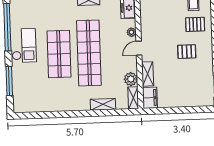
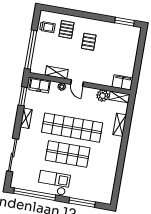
shelving: (148, 74) -> (57, 72), moved

